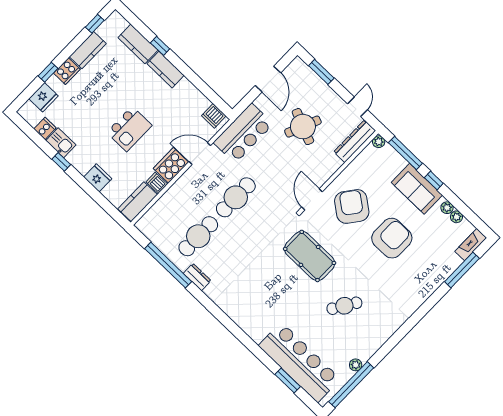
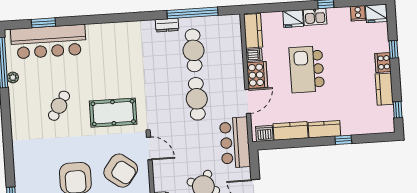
kitchen counter: (138, 44) -> (291, 131), moved
fridge: (43, 97) -> (376, 13), moved, turned -90
kitchen island: (129, 129) -> (307, 69), width x1.37, depth x1.28
kitchen sink: (61, 143) -> (315, 17), moved

